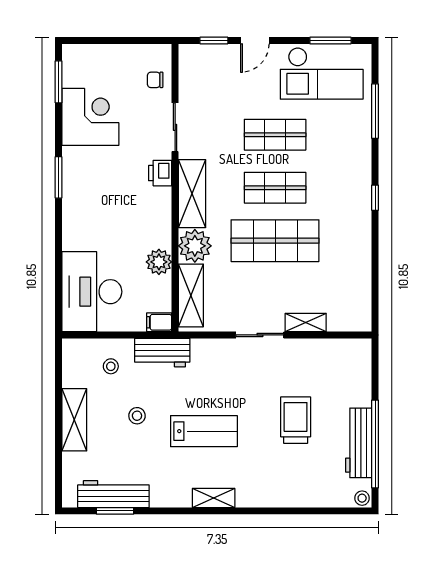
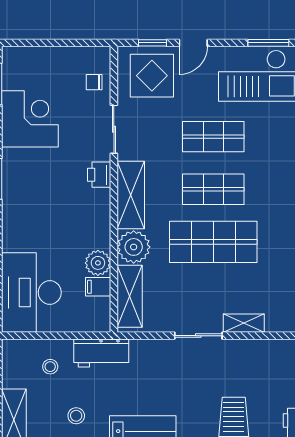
display table: (213, 73) -> (152, 76), added
filing cabinet: (159, 322) -> (98, 287), moved

